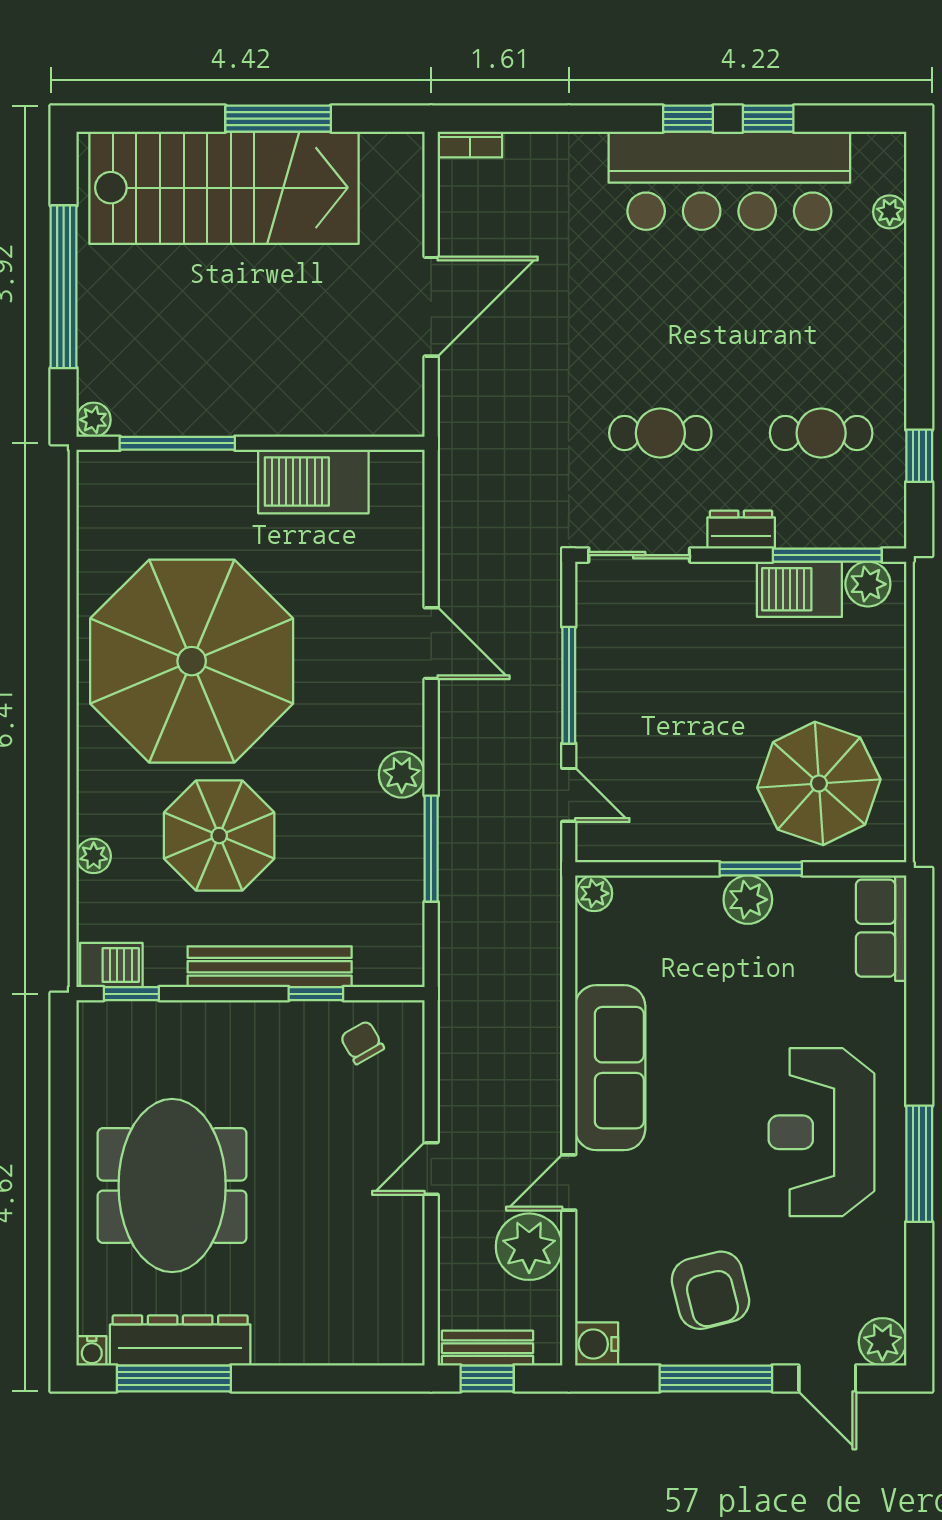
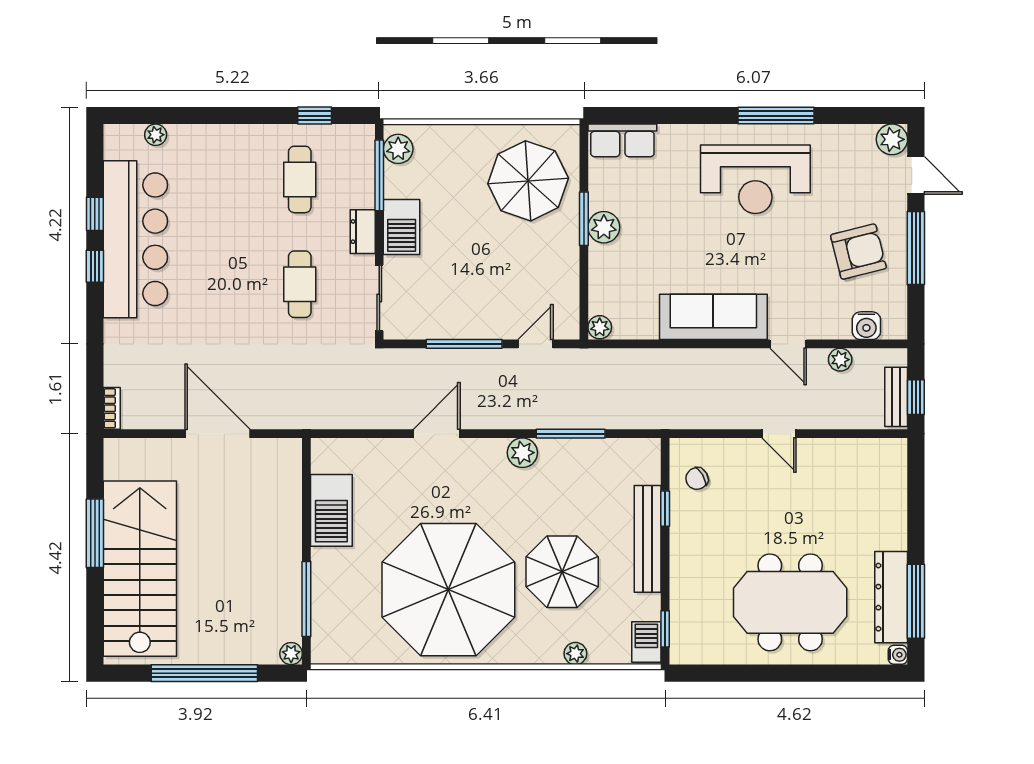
barbecue: (799, 589) -> (402, 227), moved
plant: (529, 1247) -> (840, 360), width x0.53, depth x0.53
water cooler: (597, 1344) -> (866, 326), moved
door: (827, 1378) -> (916, 175), hinge flipped

